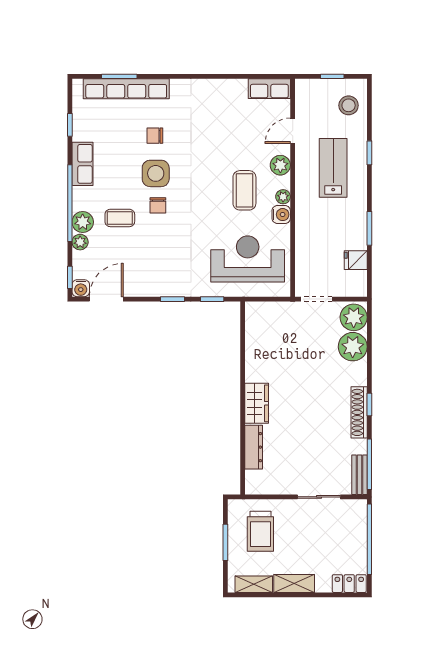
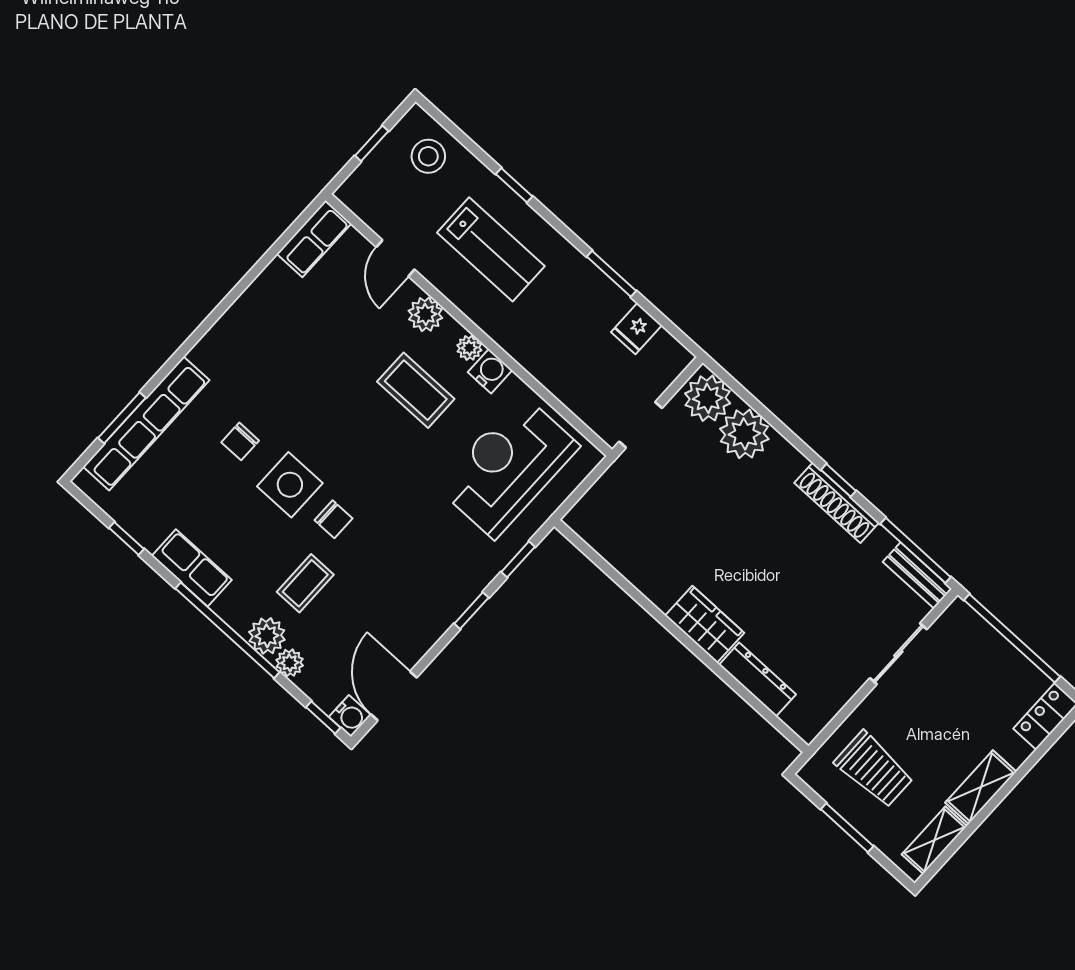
lab bench: (333, 168) -> (491, 249), turned 180

